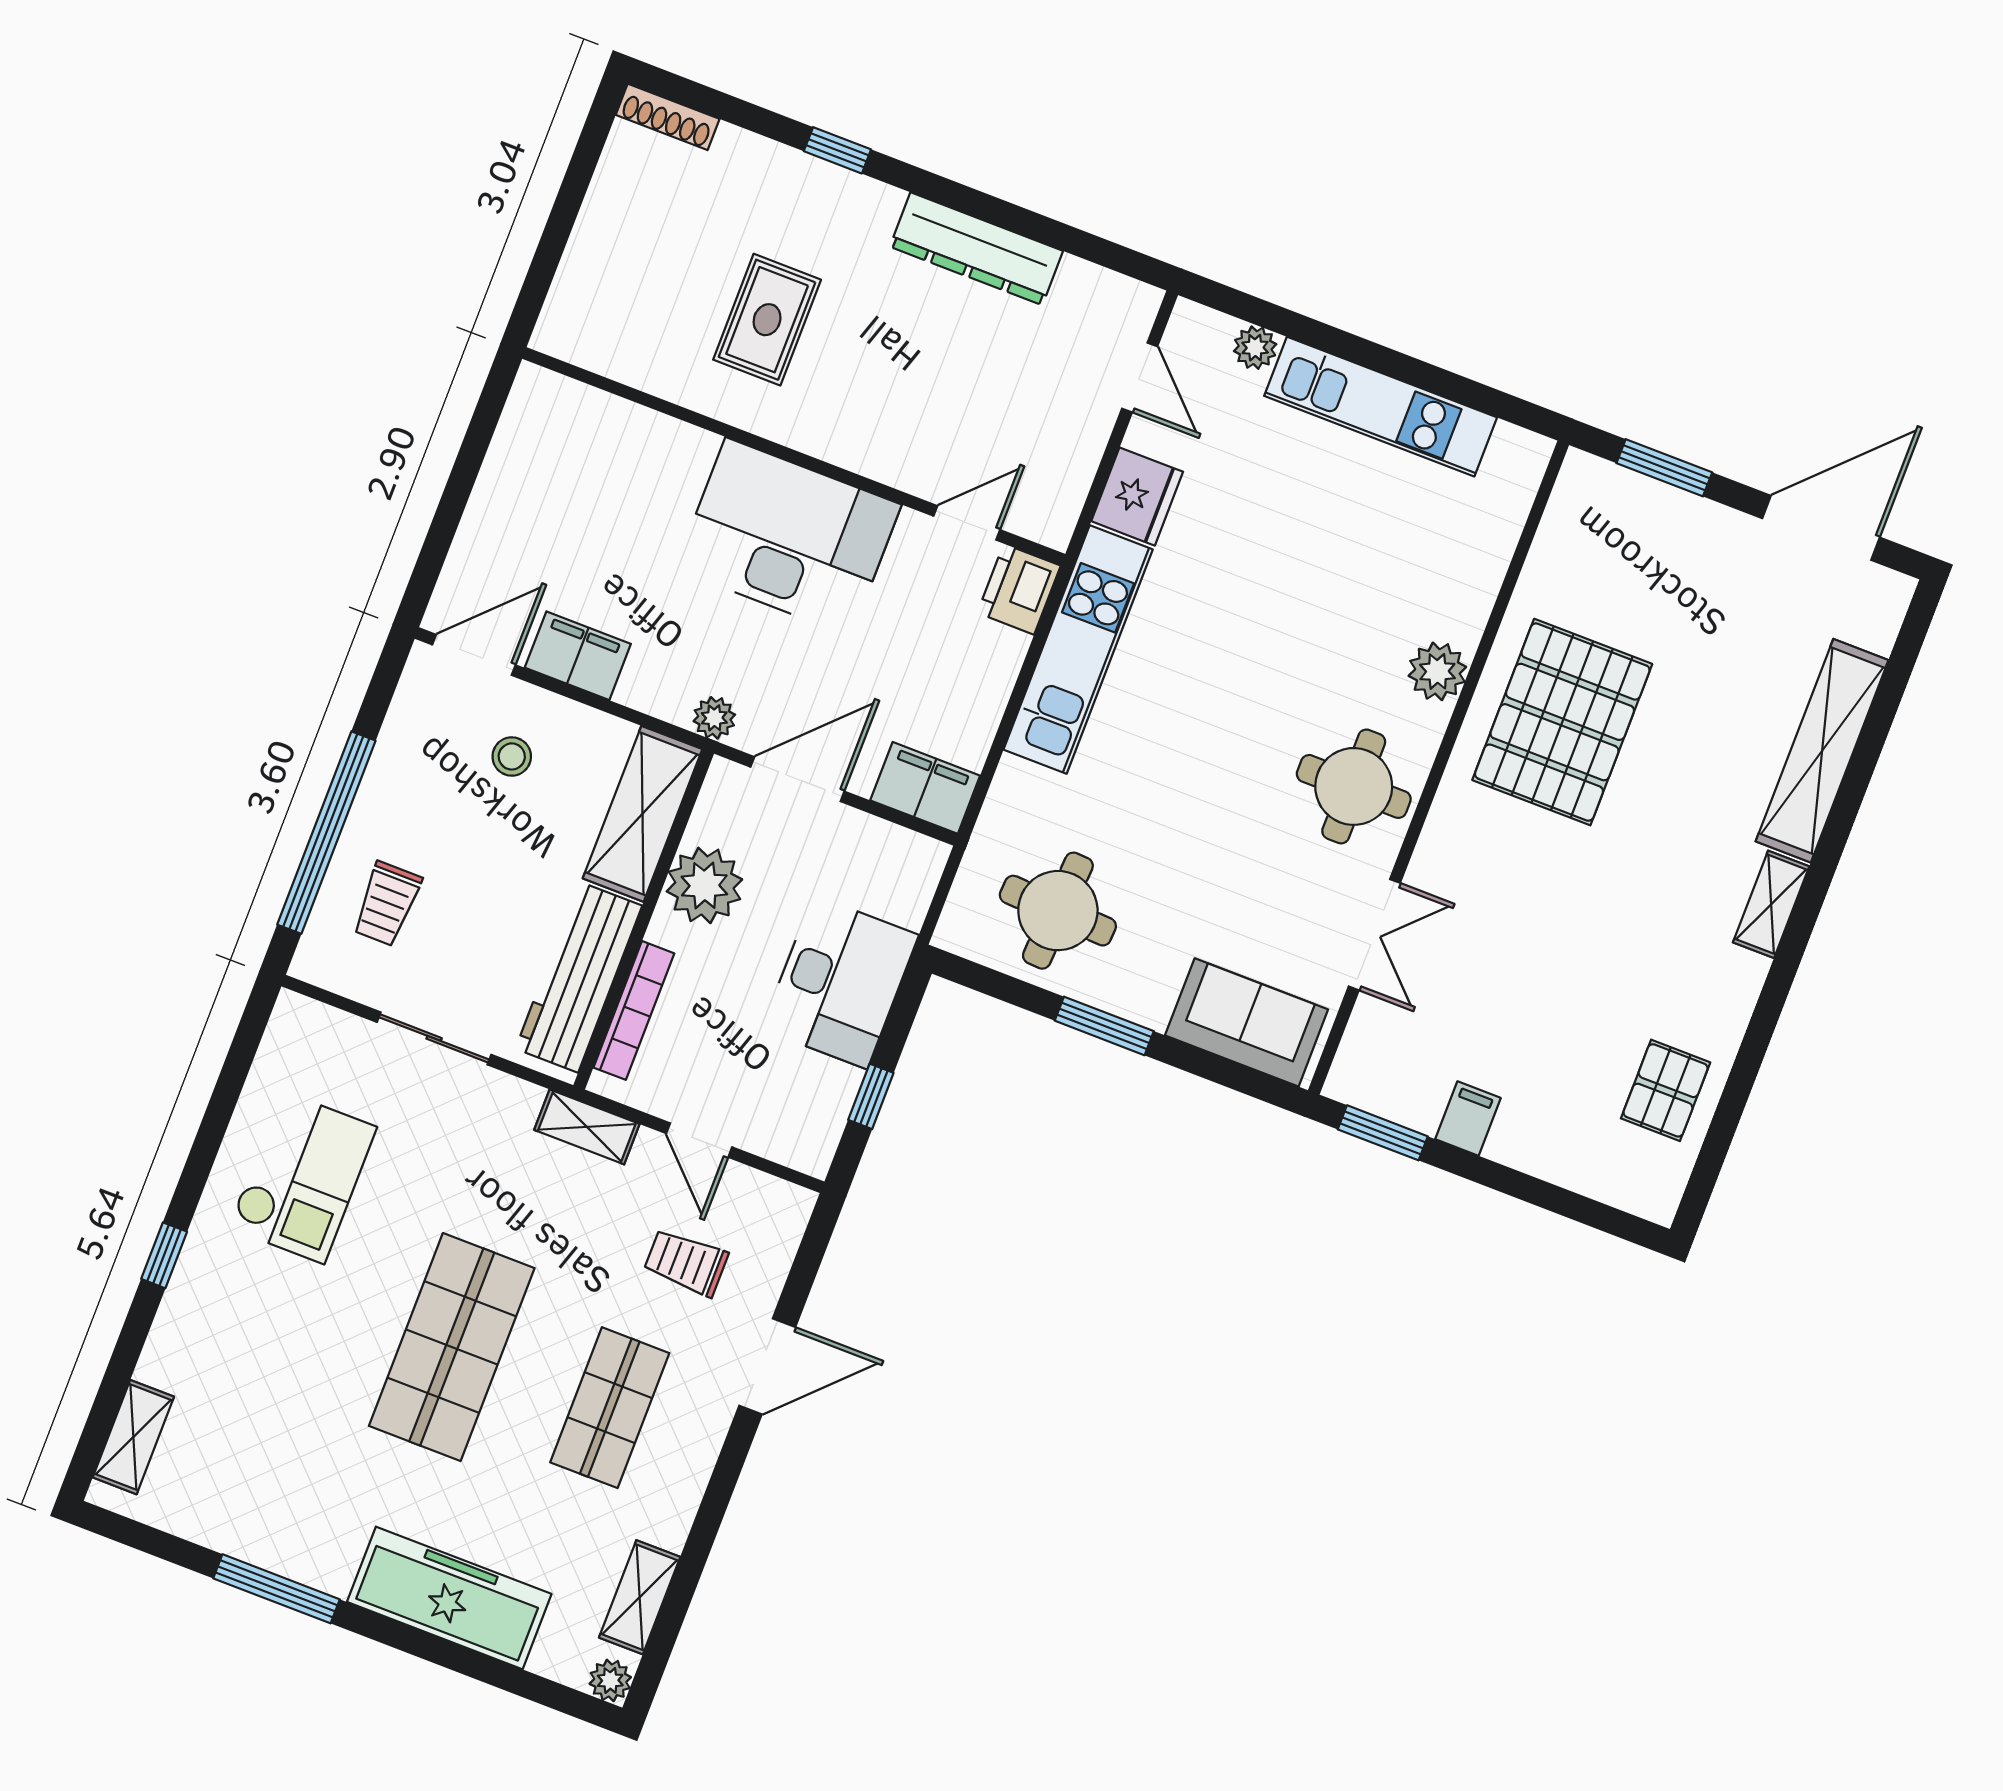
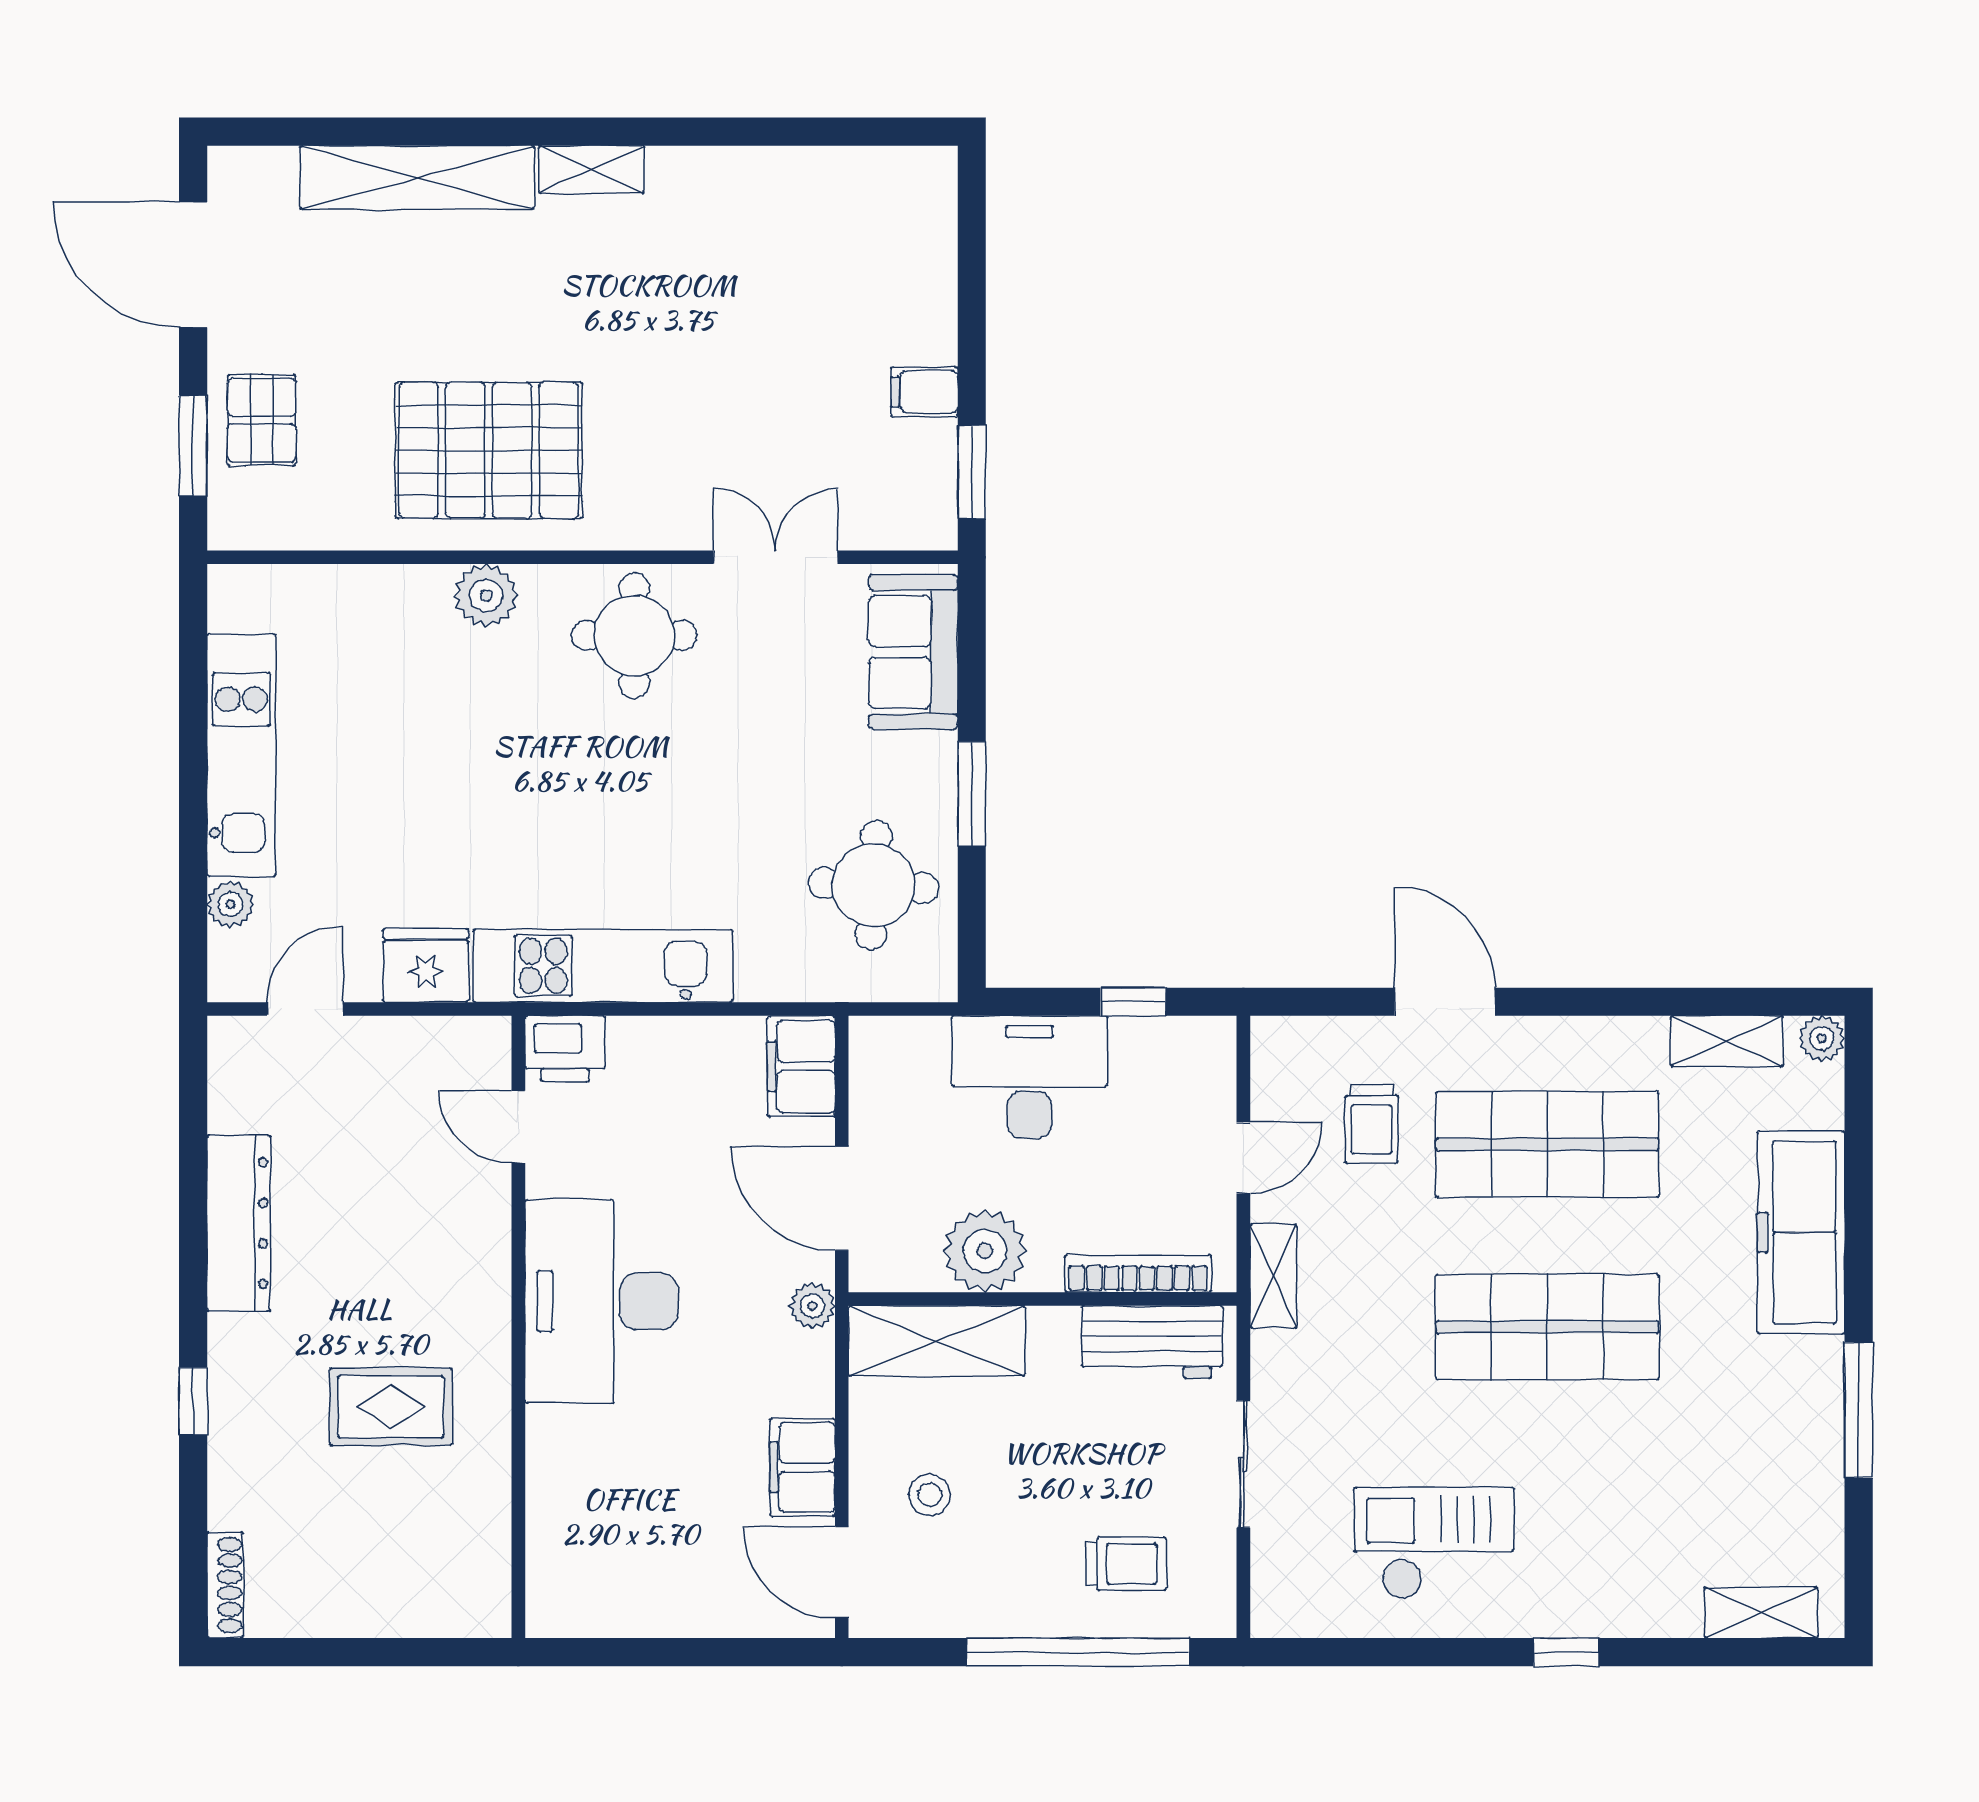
workbench: (579, 977) -> (1152, 1342), width x0.73
pallet: (1666, 1090) -> (262, 420), moved, turned 90
shop shelf: (610, 1408) -> (1547, 1144), width x1.43, depth x1.36

